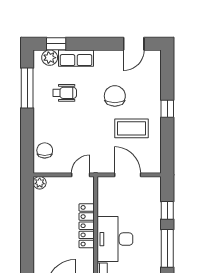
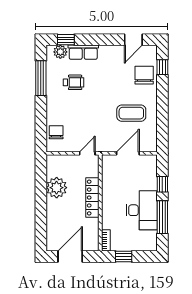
chair: (115, 96) -> (144, 75), moved
window: (167, 109) -> (162, 67), moved
door: (128, 175) -> (128, 153), hinge flipped
plant: (40, 183) -> (57, 188), moved, width x1.87, depth x1.87
desk: (115, 239) -> (142, 210), moved, turned 180

